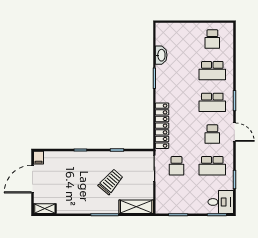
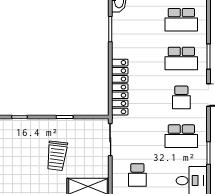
school desk: (176, 166) -> (137, 175), moved
trolley: (111, 182) -> (57, 156), turned 146

